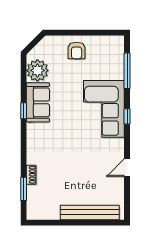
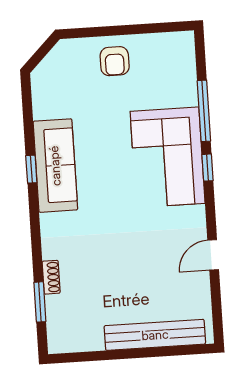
plant: (37, 70) -> (50, 99), removed
window: (127, 71) -> (204, 111), moved
sofa: (38, 102) -> (55, 166), width x1.36

